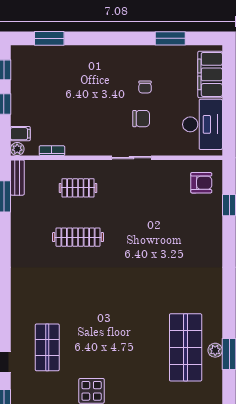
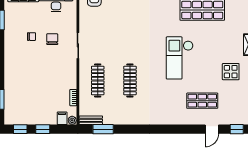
clothes rail: (78, 188) -> (98, 80), width x1.36
checkout: (112, 313) -> (180, 58), added

